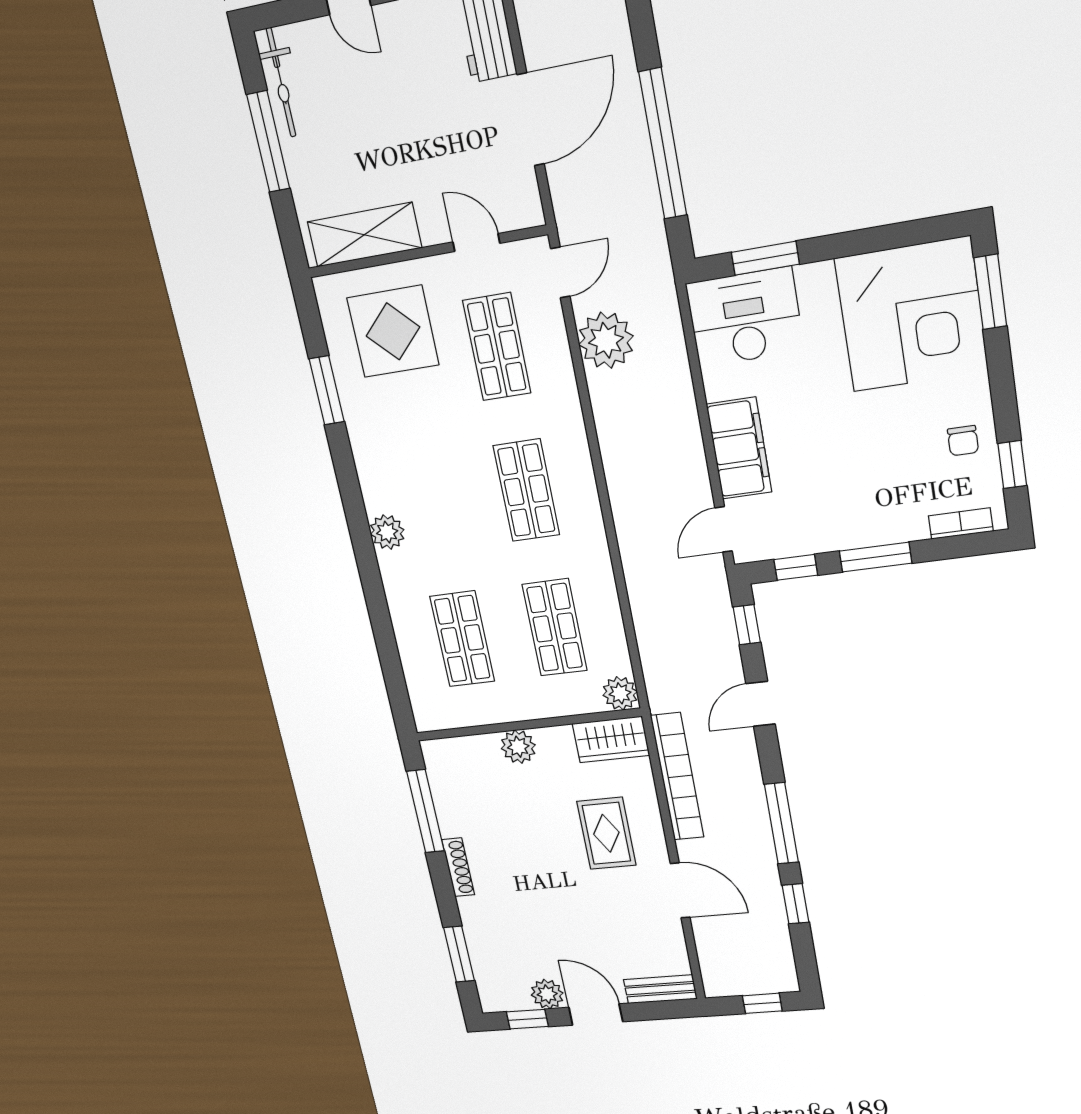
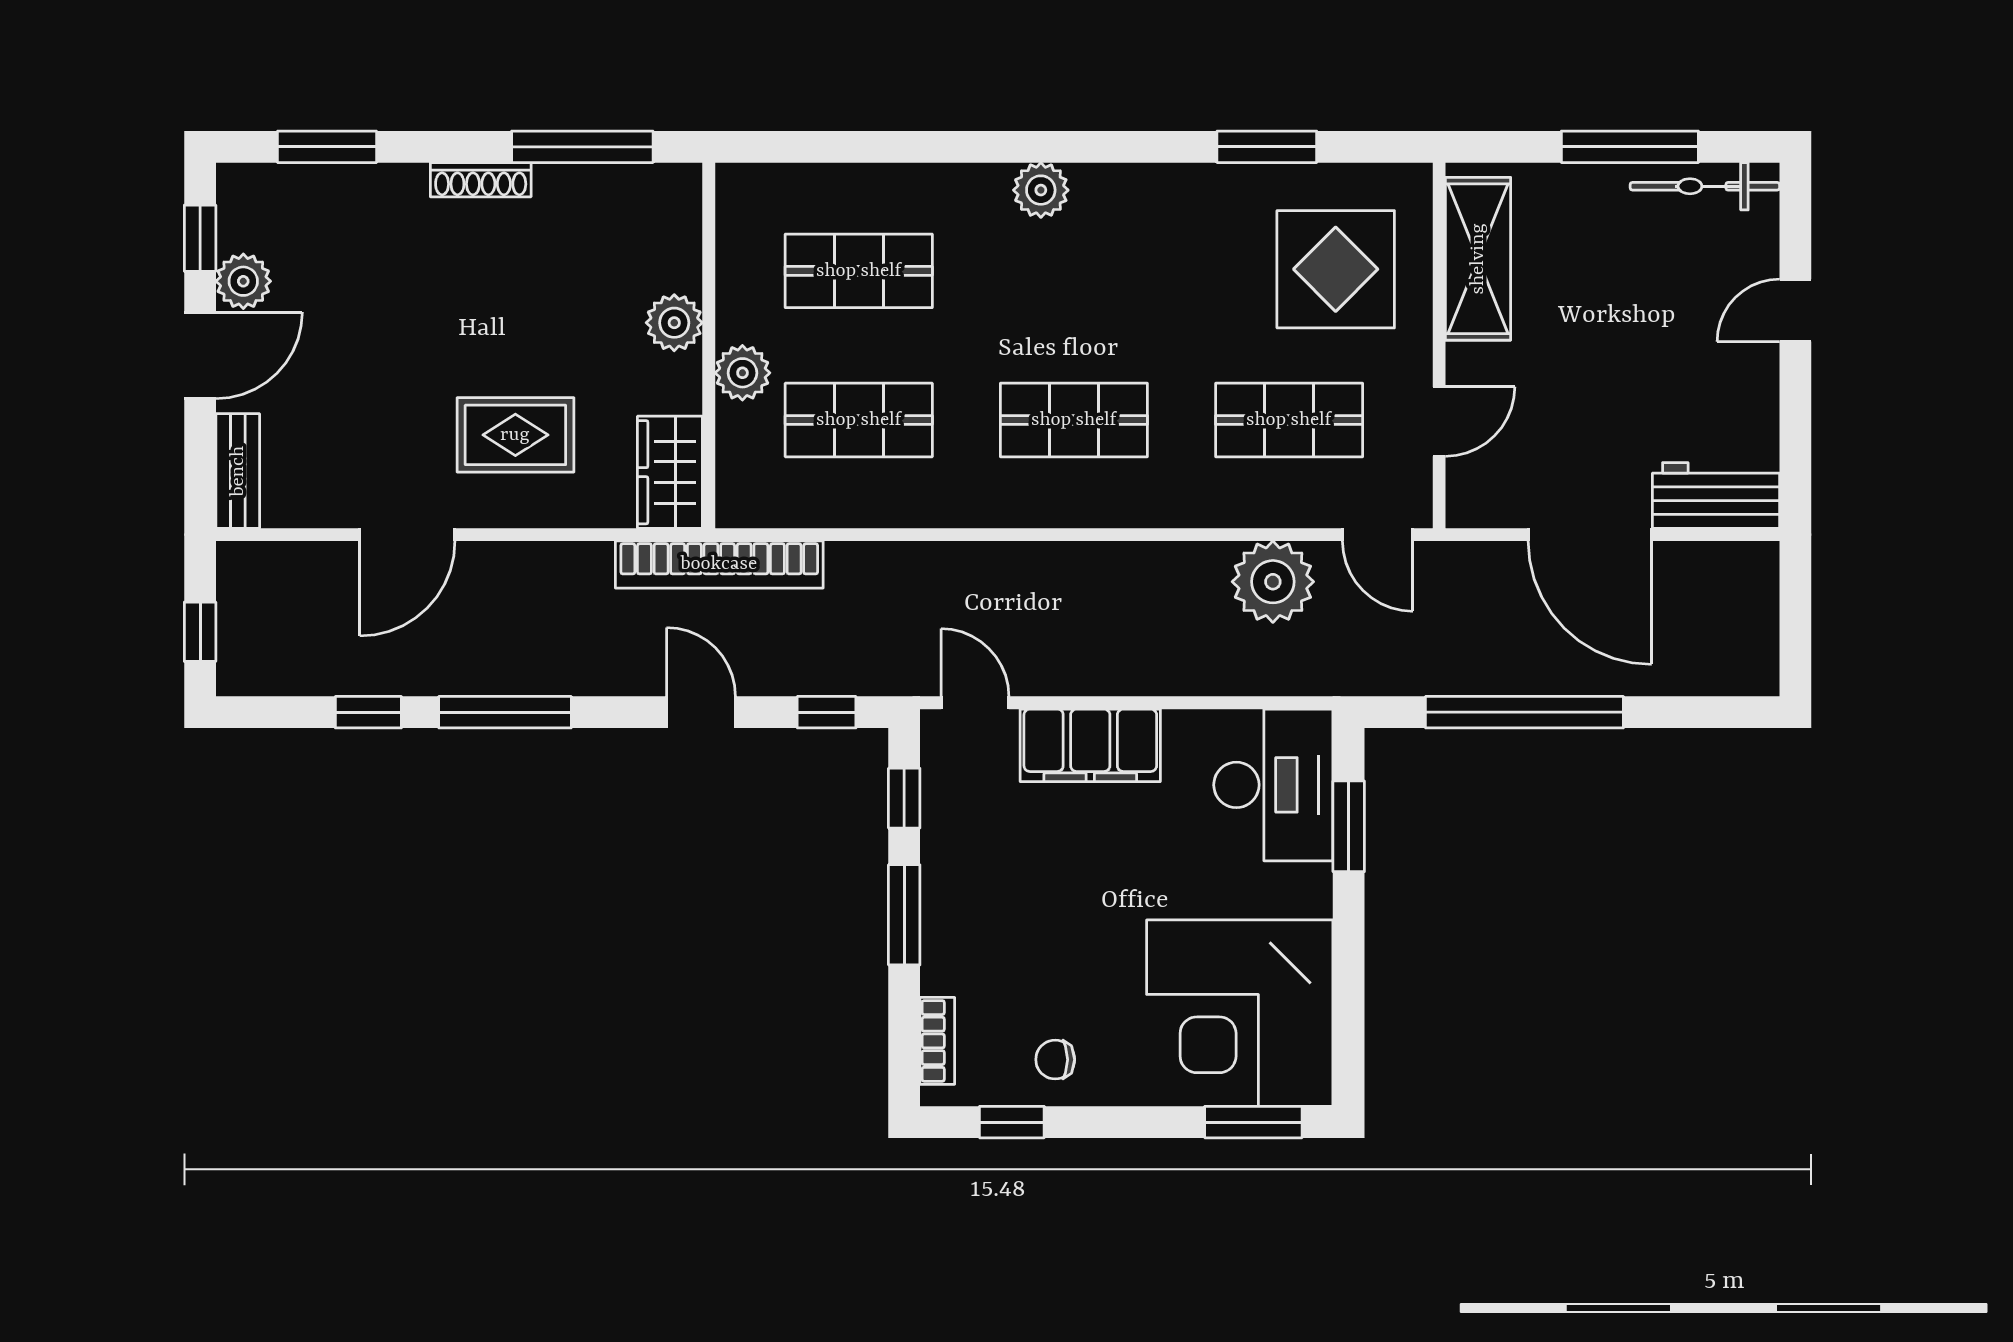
plant: (620, 693) -> (742, 373), moved
bookcase: (677, 777) -> (719, 564), moved

